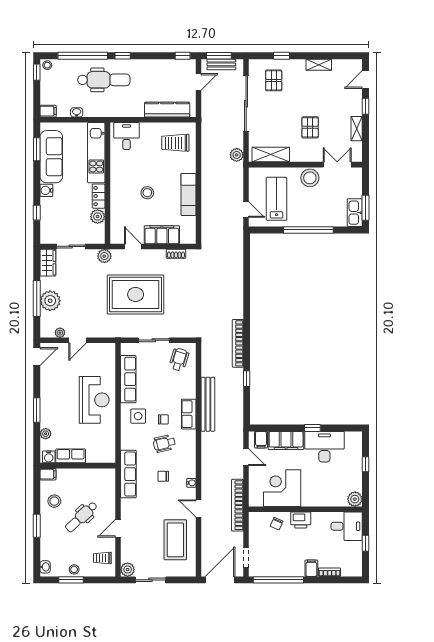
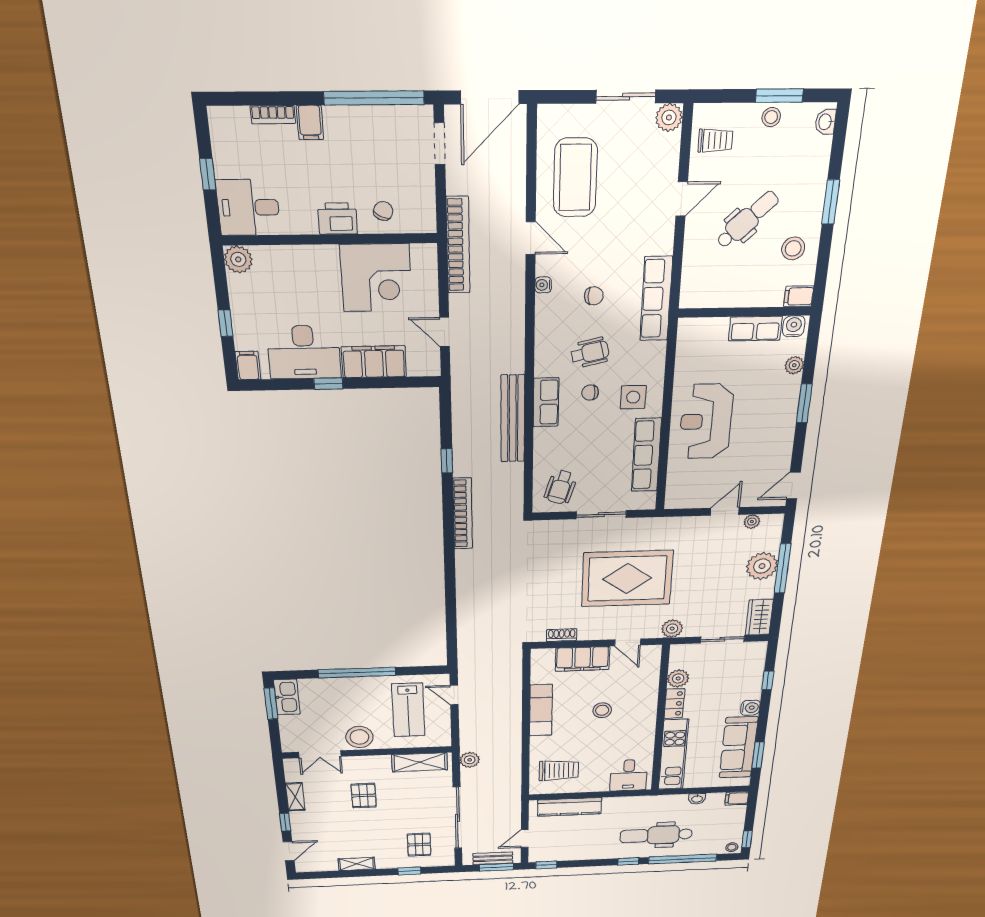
filing cabinet: (261, 440) -> (248, 365), moved

